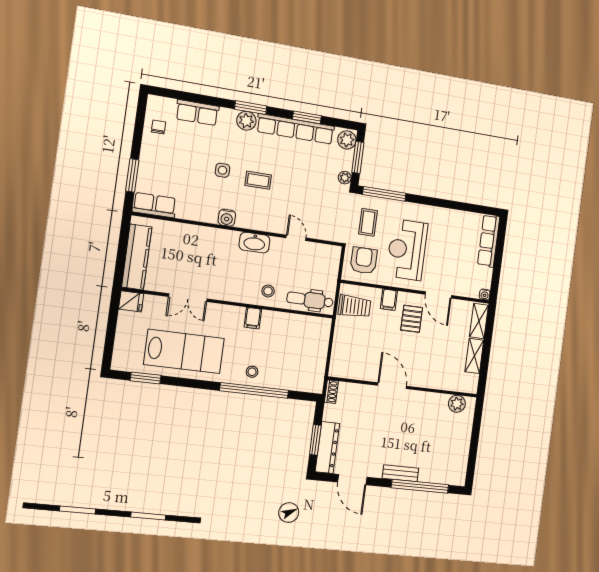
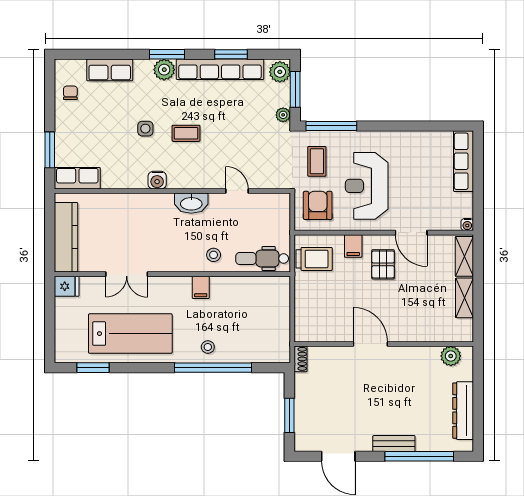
dresser: (327, 448) -> (463, 411), moved, turned 180

